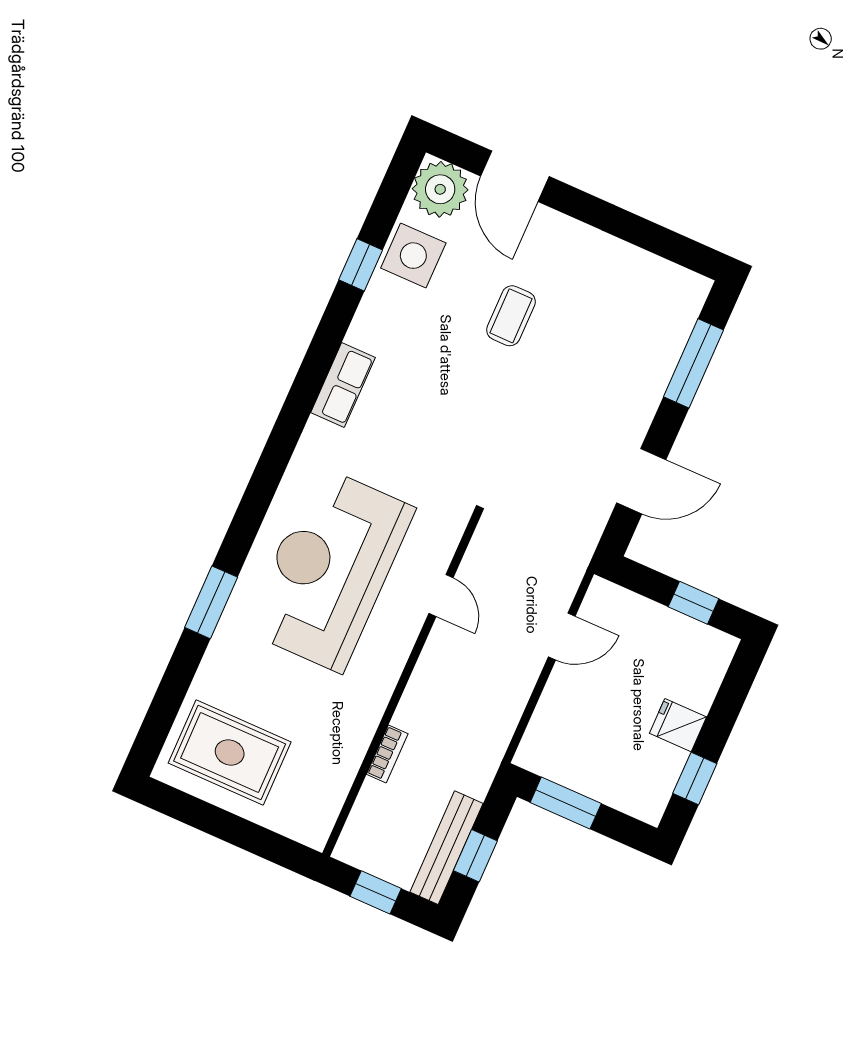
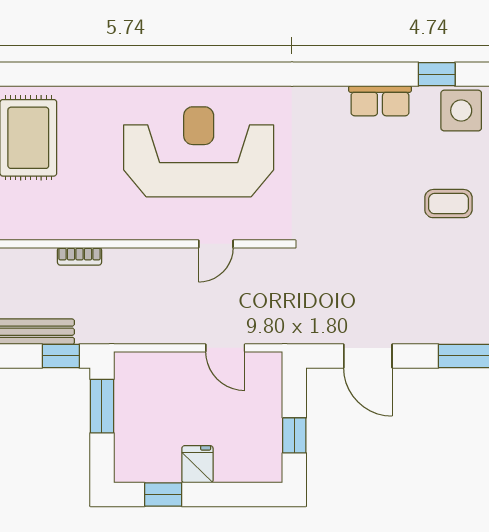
row of seats: (343, 385) -> (380, 101), moved
window: (211, 602) -> (135, 74), removed
window: (475, 856) -> (61, 356), moved

